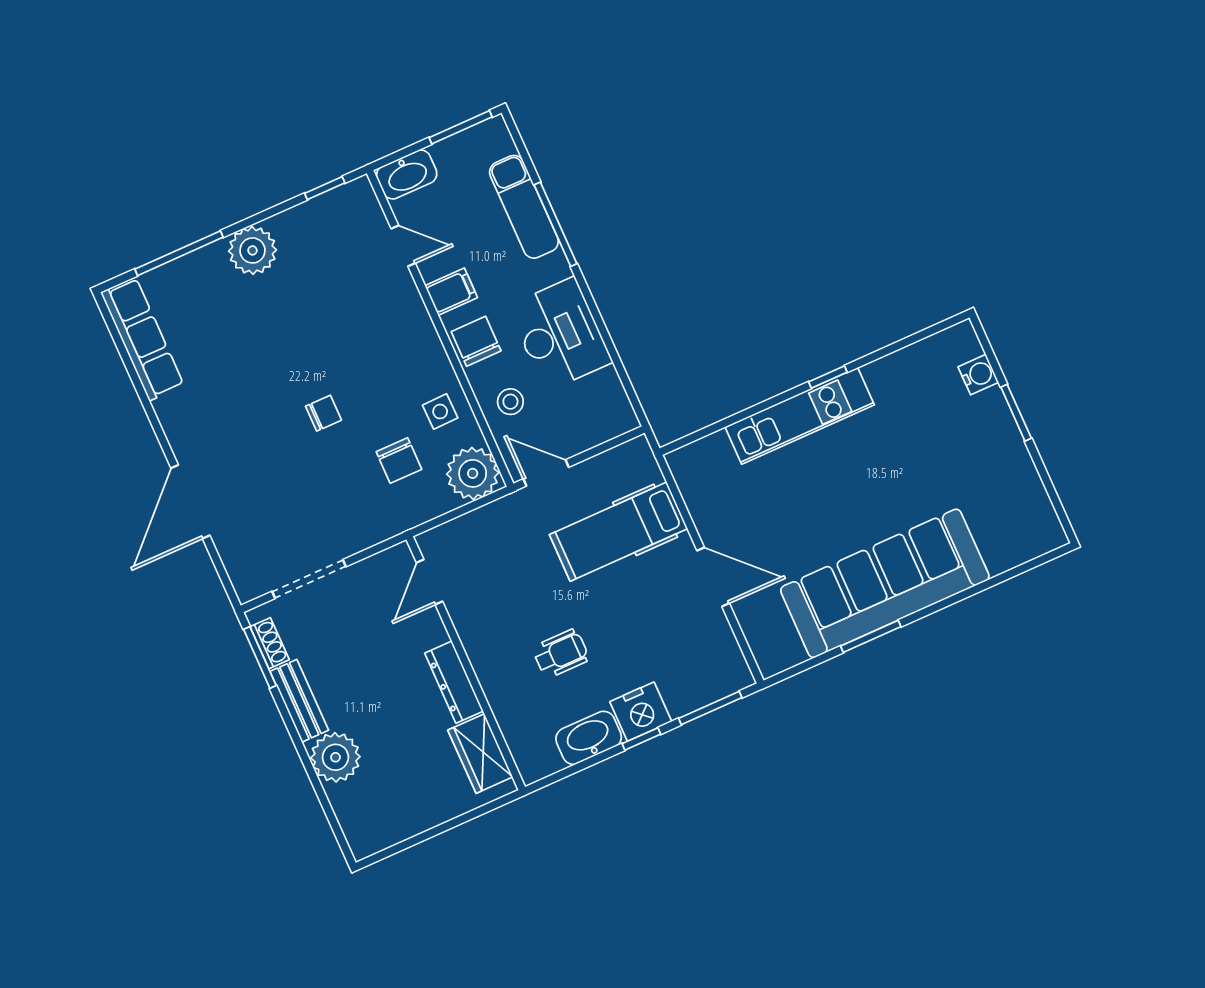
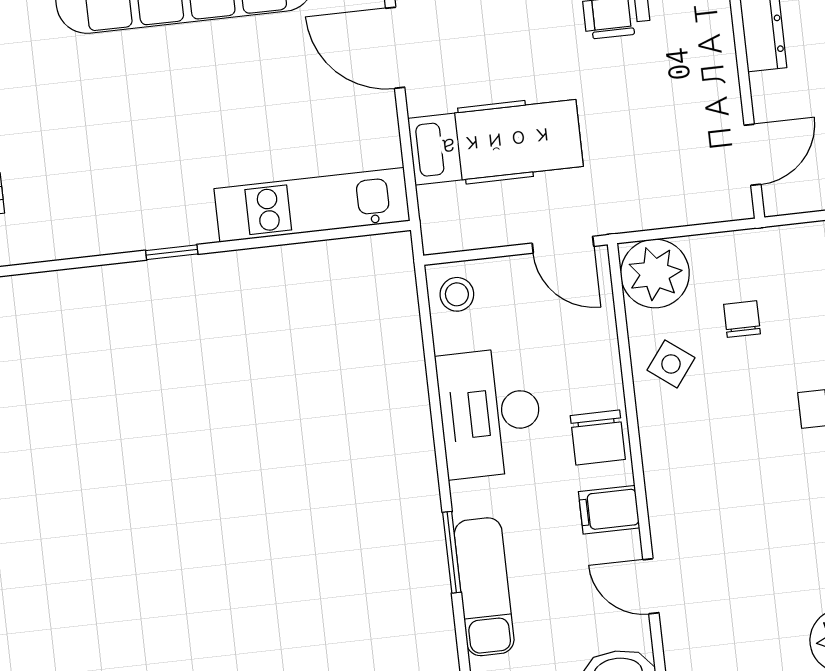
window: (555, 224) -> (452, 552), width x0.69
stool: (510, 402) -> (457, 294), moved
side table: (440, 412) -> (671, 364), turned 38
kitchen unit: (800, 416) -> (312, 205), moved
chair: (399, 461) -> (742, 319), width x0.73, depth x0.73

